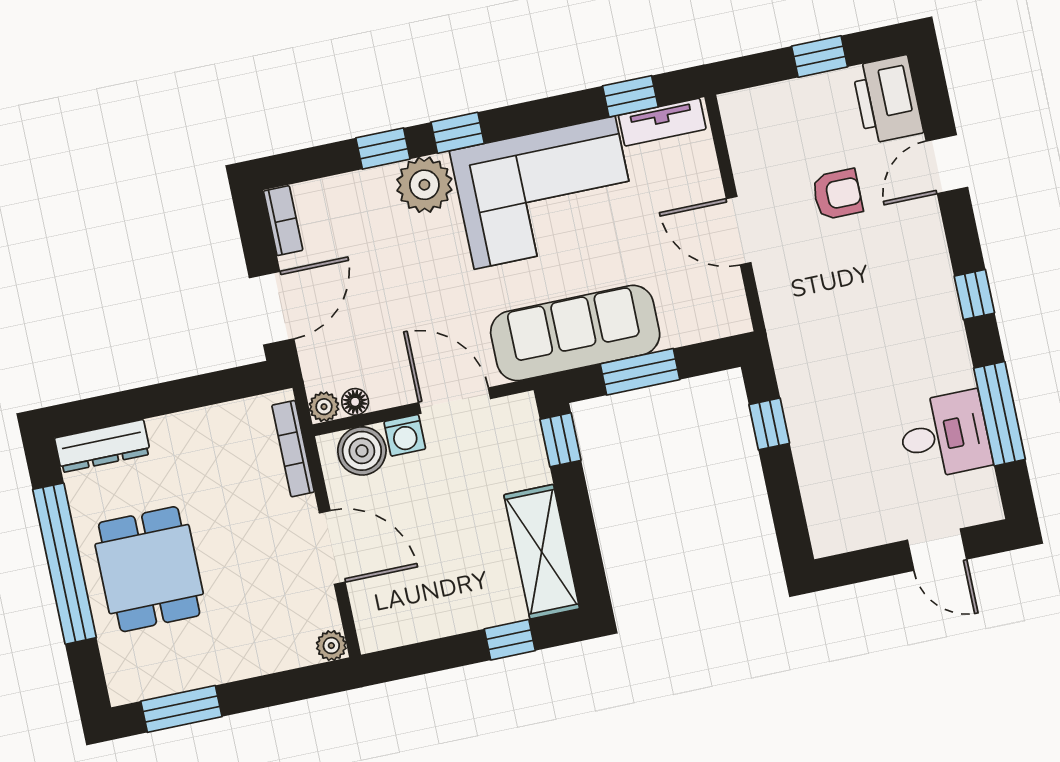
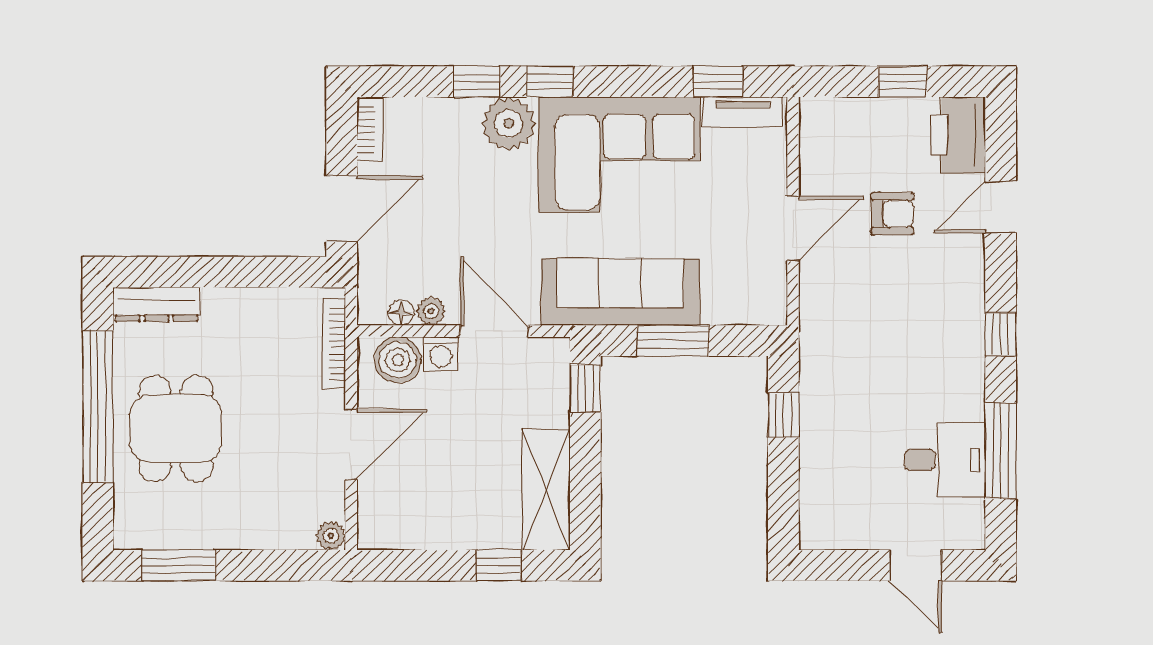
door: (739, 231) -> (793, 228), swing flipped
plant: (324, 407) -> (431, 311), moved
door: (332, 547) -> (351, 444), hinge flipped

